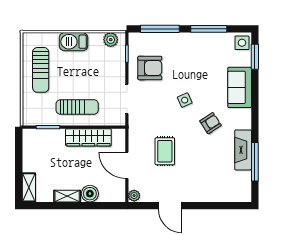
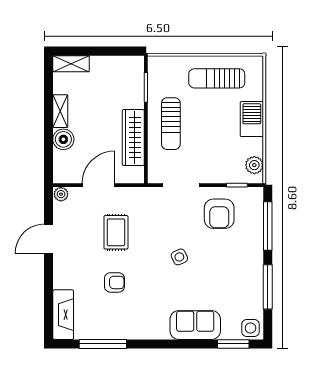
armchair: (211, 123) -> (114, 282), moved, turned -57
fireplace: (243, 150) -> (63, 315), moved, turned 90
rug: (165, 151) -> (116, 232), turned 90

